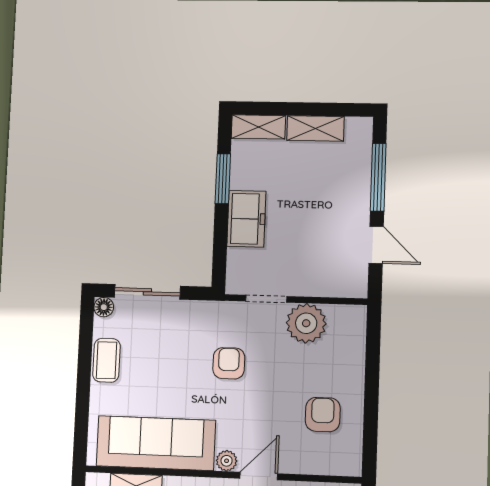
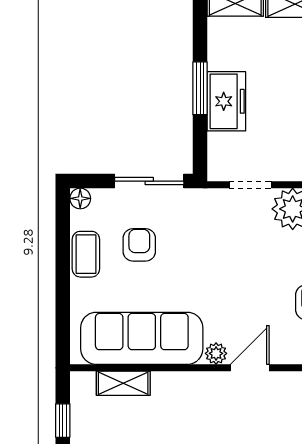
window: (223, 179) -> (200, 88), moved
sliding door: (147, 292) -> (149, 181), moved
armchair: (229, 363) -> (139, 245), moved

